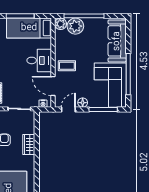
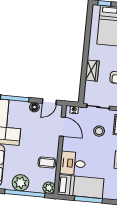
plant: (75, 26) -> (21, 183), moved
desk: (39, 60) -> (73, 163), moved
coffee table: (67, 66) -> (47, 162), moved
stool: (16, 85) -> (99, 131), added

